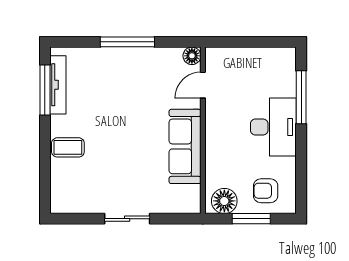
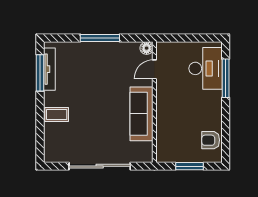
desk: (273, 127) -> (206, 68), moved
armchair: (266, 191) -> (211, 140), moved
floor lamp: (224, 201) -> (170, 153), removed
sliding door: (127, 219) -> (100, 166), width x1.86

